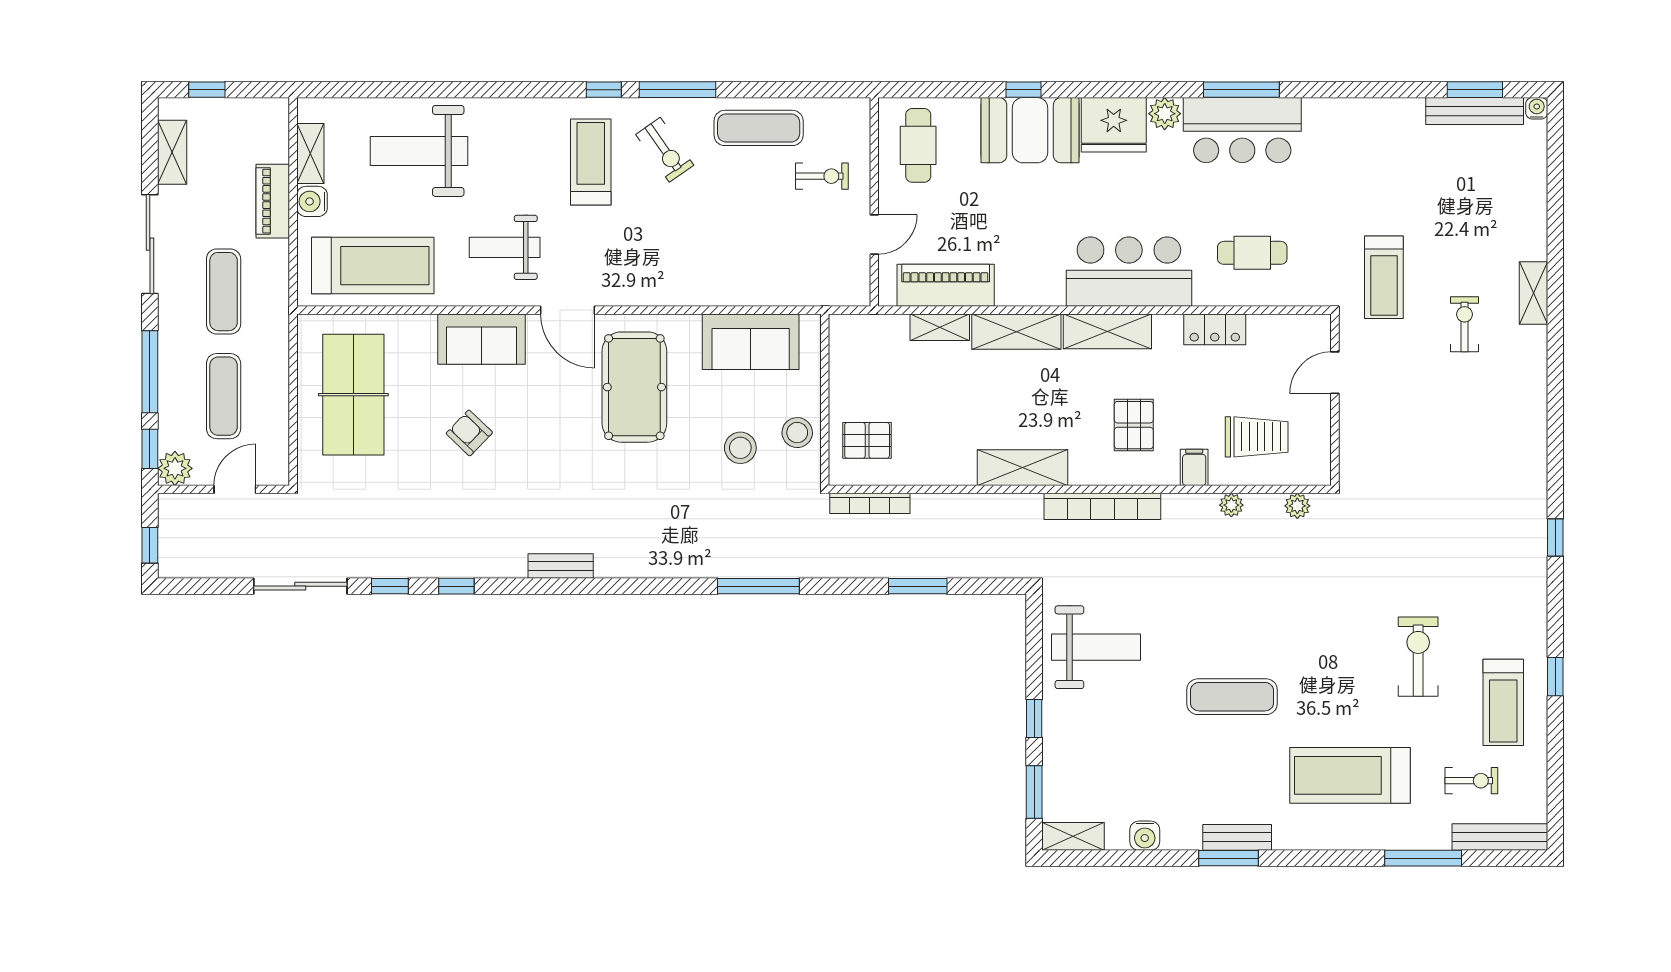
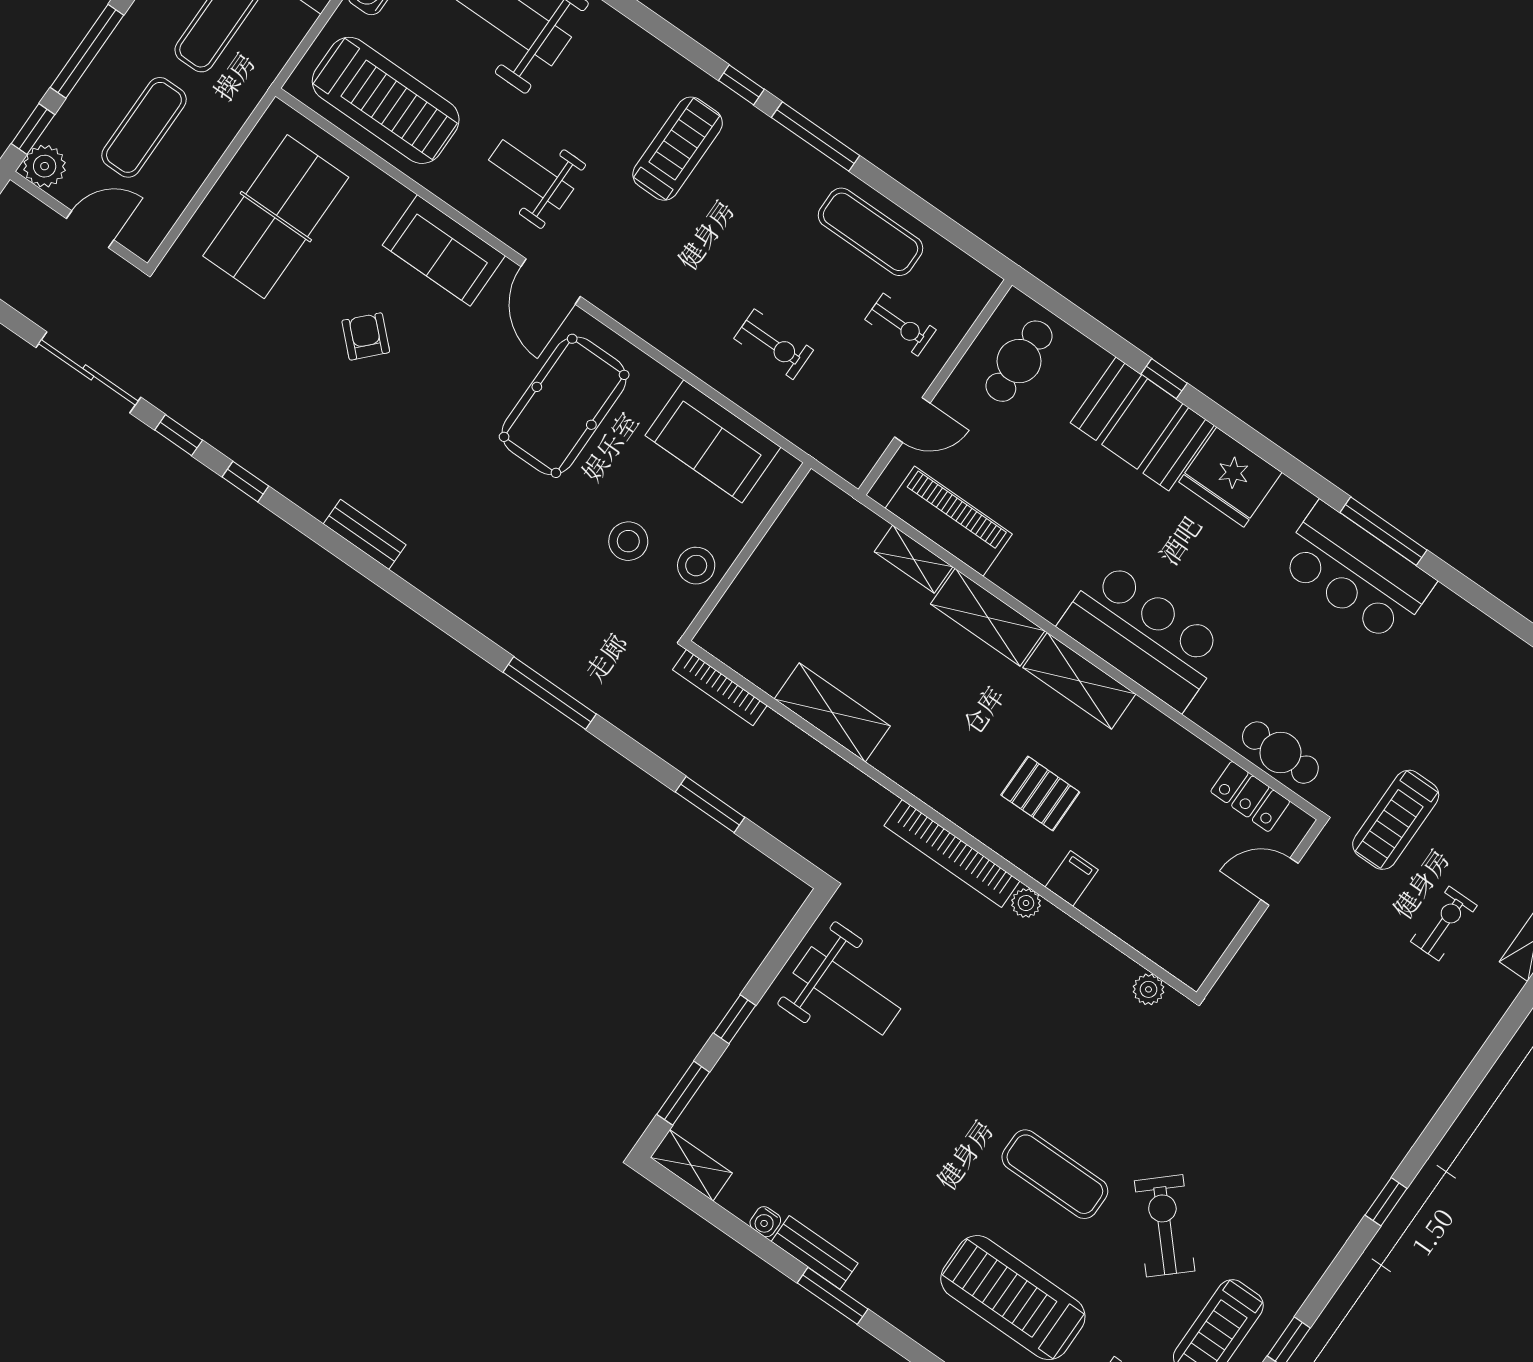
plant: (1165, 114) -> (1289, 502), removed
exercise bike: (665, 150) -> (774, 344), moved, turned -55
cafe table: (1252, 253) -> (1280, 753), moved
locker: (1215, 329) -> (1250, 796), moved
pallet: (1134, 425) -> (1040, 794), turned 90
trolley: (1257, 437) -> (1156, 892), removed
pallet: (867, 440) -> (761, 622), removed
shelving: (1022, 468) -> (832, 712), moved
plant: (1231, 505) -> (1026, 903), moved
exercise bike: (1418, 657) -> (1165, 1226), turned -42
exercise mat: (1232, 697) -> (1055, 1174), moved
water cooler: (1145, 836) -> (765, 1222), width x0.72, depth x0.72
bench: (1237, 837) -> (815, 1252), moved

